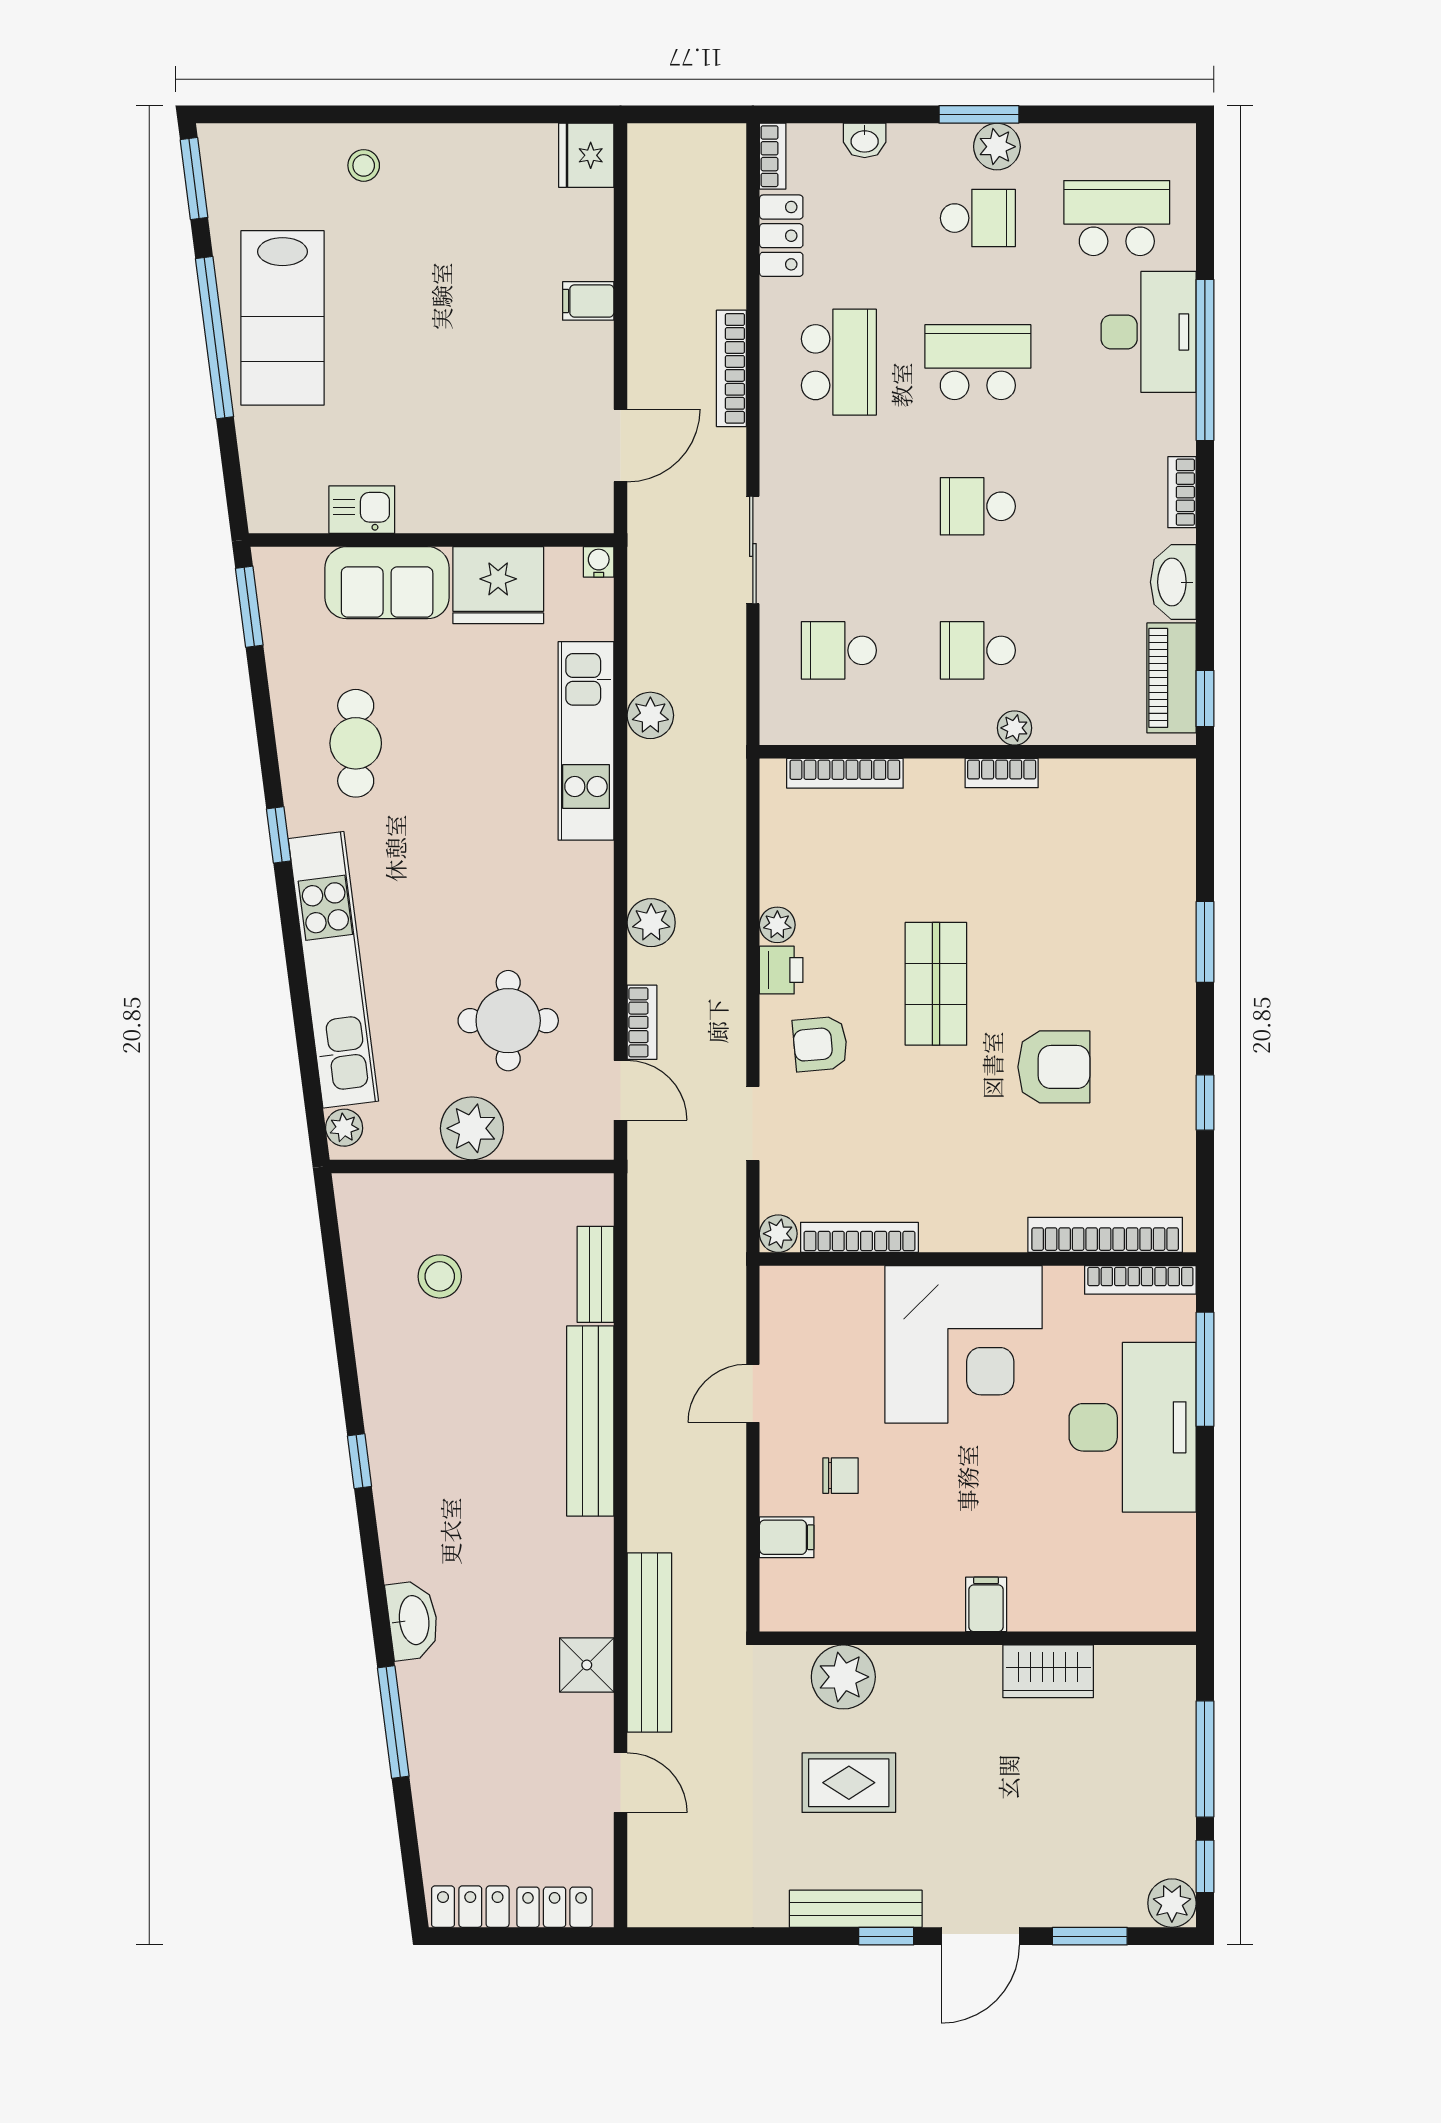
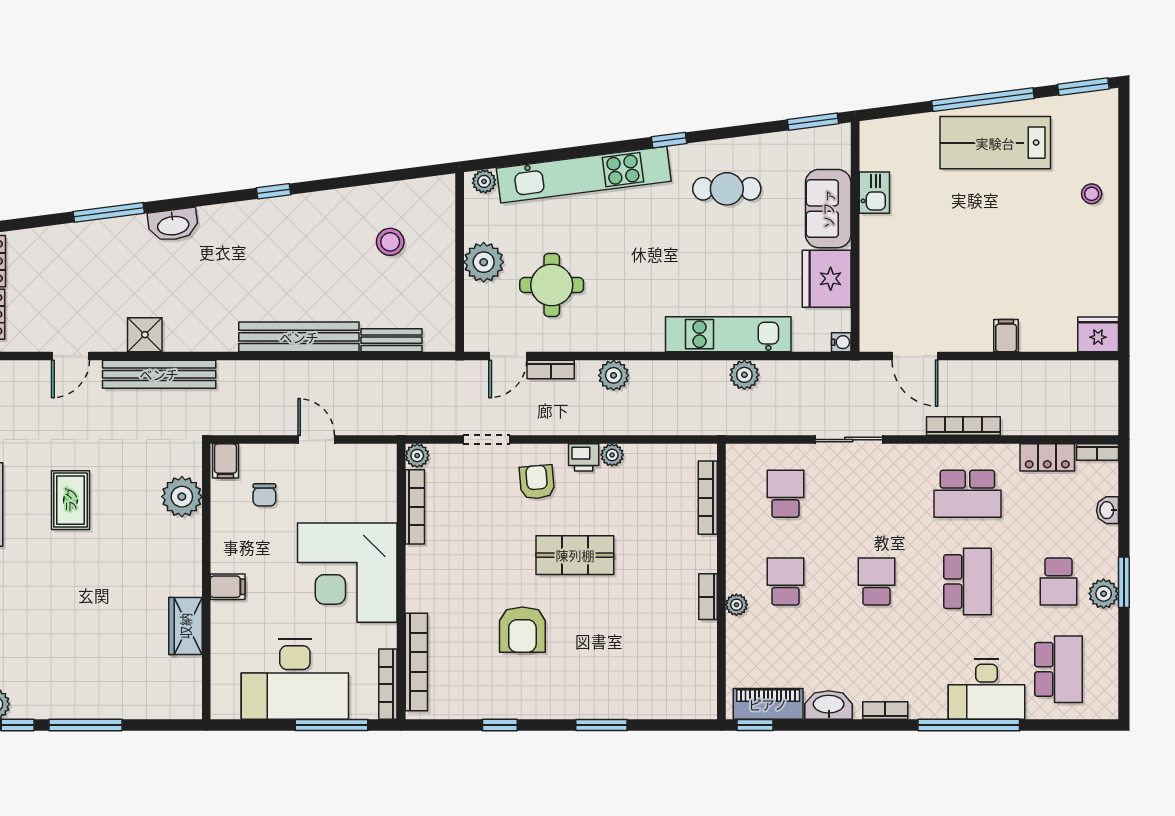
filing cabinet: (986, 1604) -> (228, 587), moved
wall: (978, 1638) -> (206, 582), moved
wardrobe: (1048, 1671) -> (185, 626), moved
plant: (843, 1677) -> (182, 497), moved

